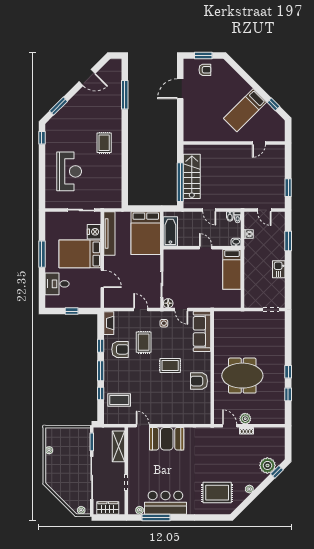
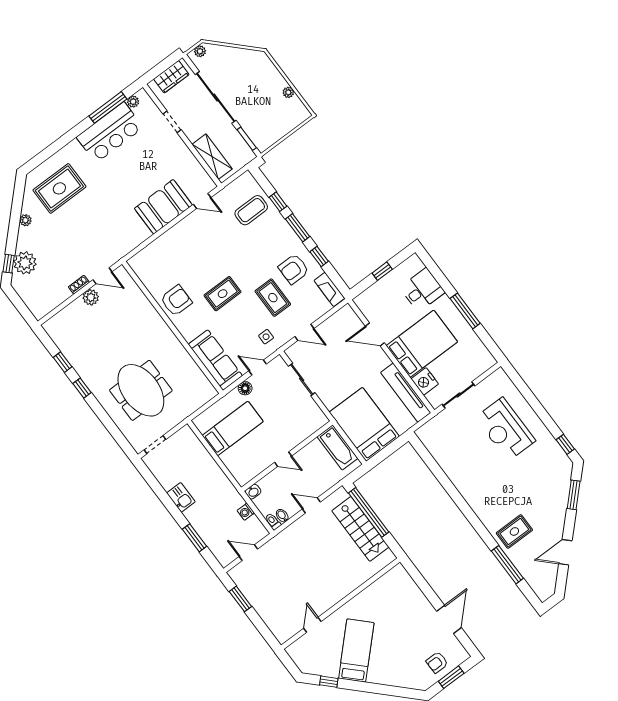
rug: (104, 143) -> (514, 531), moved, turned 90
bed: (232, 269) -> (233, 428), moved, turned 90
floor lamp: (168, 303) -> (245, 388), moved
meeting table: (242, 376) -> (141, 390), moved, turned 90

